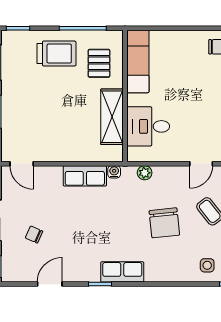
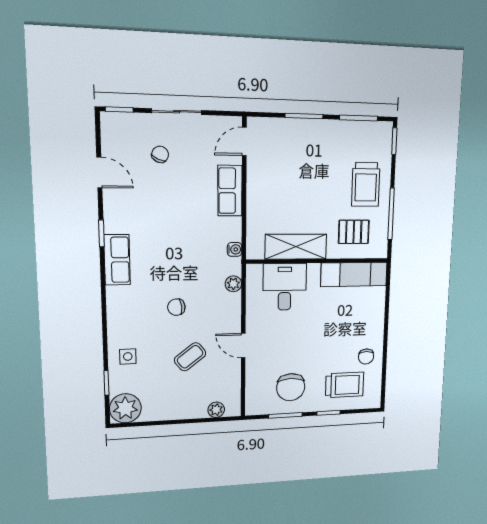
row of seats: (85, 176) -> (230, 191), moved
chair: (164, 223) -> (176, 307), width x0.54, depth x0.54

